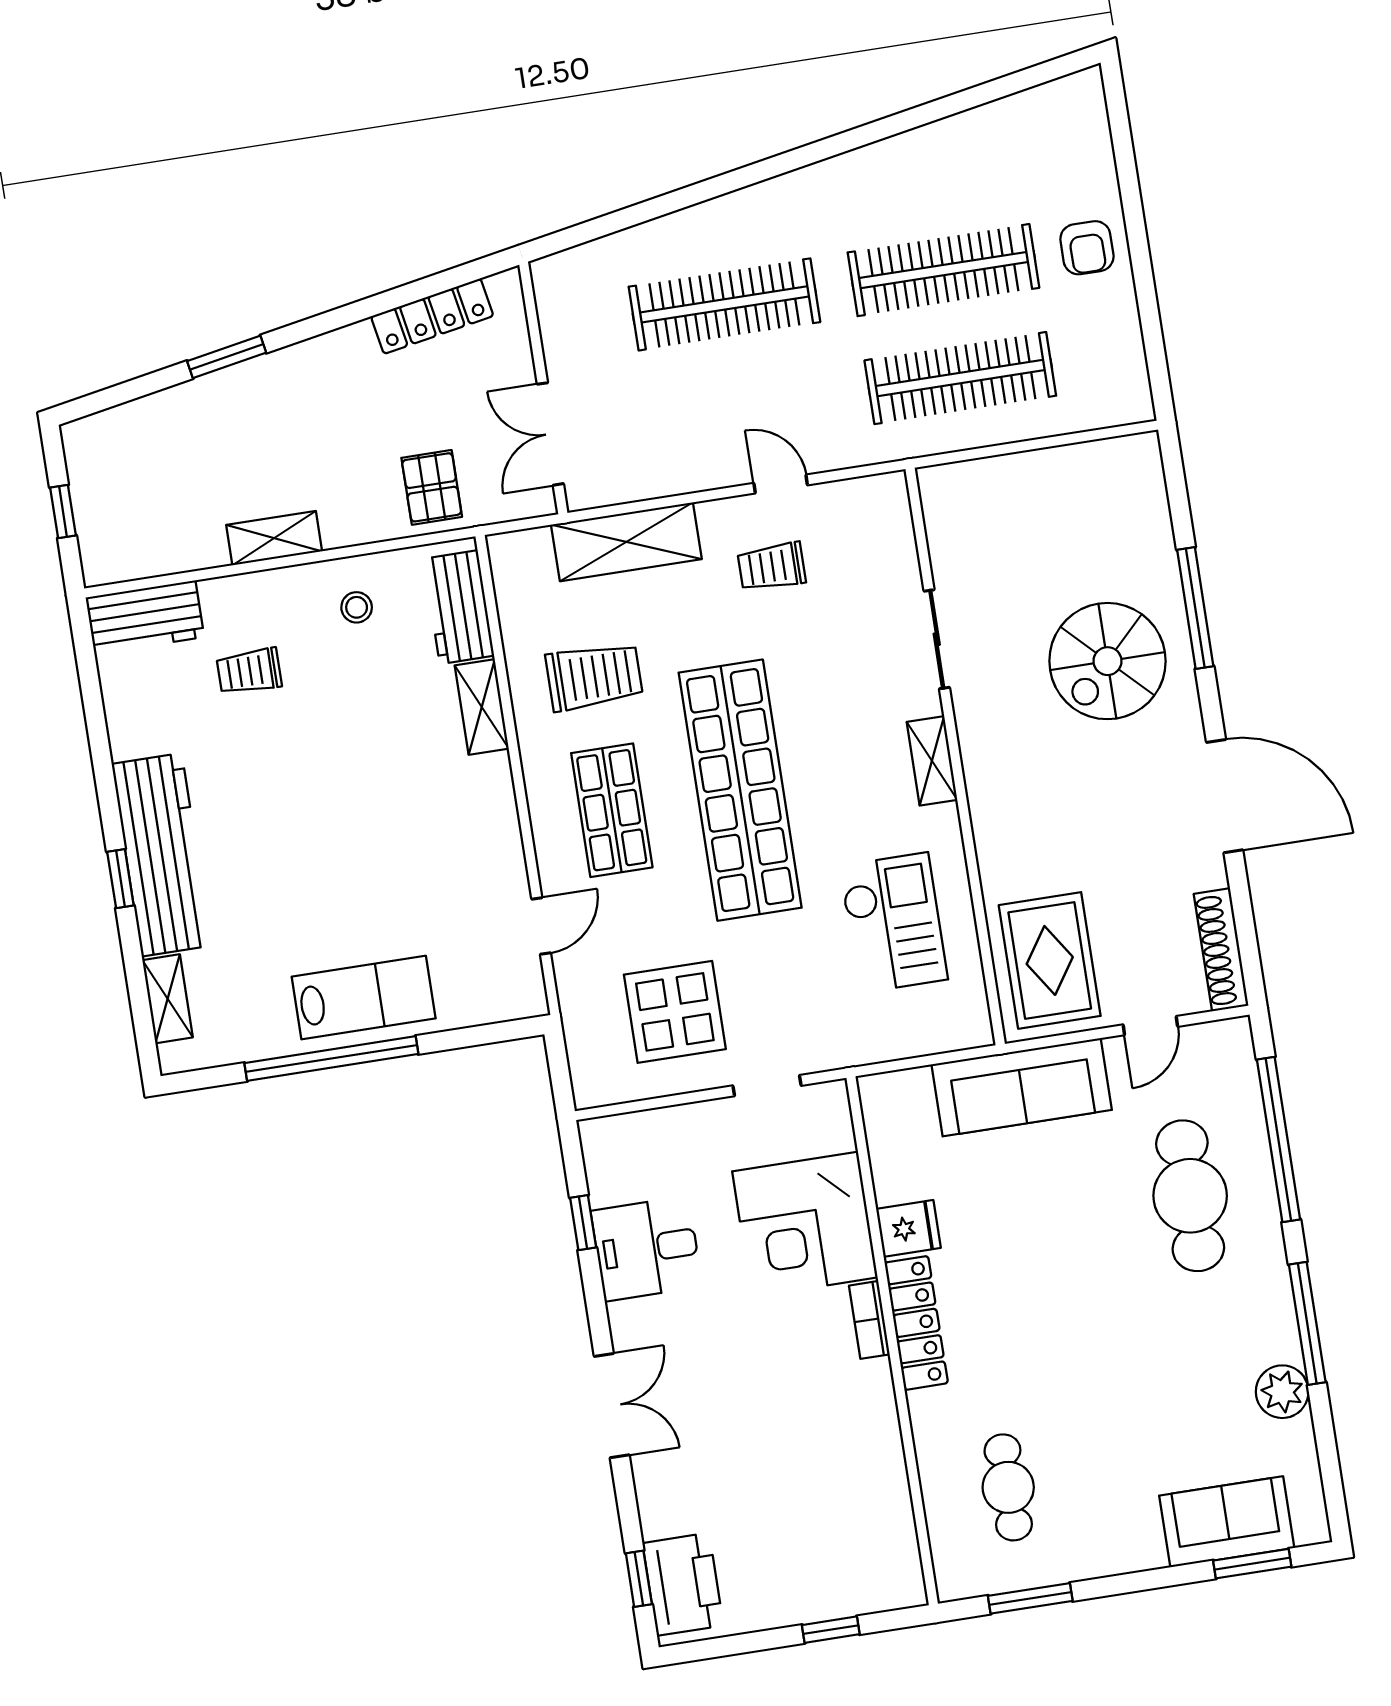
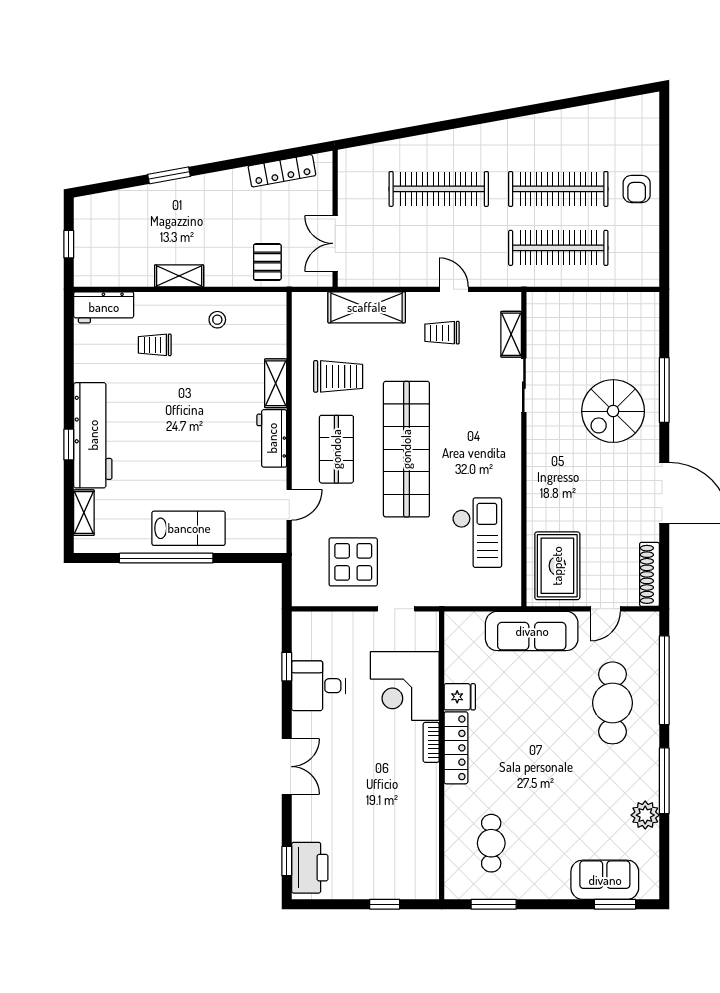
workbench: (459, 607) -> (272, 438), moved
shelving: (932, 761) -> (511, 334), moved

